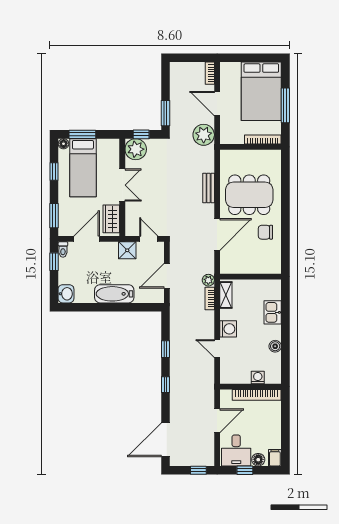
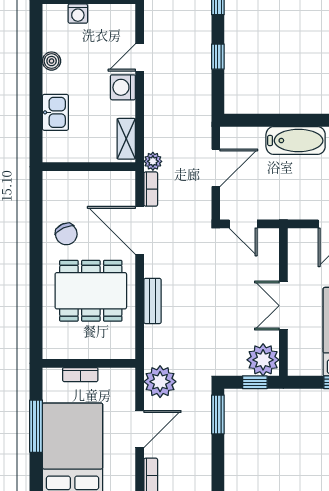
door: (217, 104) -> (140, 429), hinge flipped
bookcase: (263, 139) -> (80, 375), width x0.64
wardrobe: (111, 219) -> (300, 254), removed
chair: (265, 232) -> (66, 234), turned 65
door: (217, 235) -> (140, 230), hinge flipped
shower: (127, 250) -> (276, 207), removed
bookcase: (210, 298) -> (151, 189), moved
door: (217, 349) -> (140, 57), swing flipped

